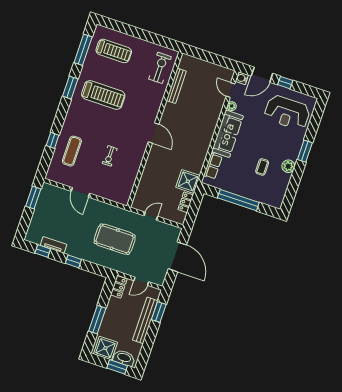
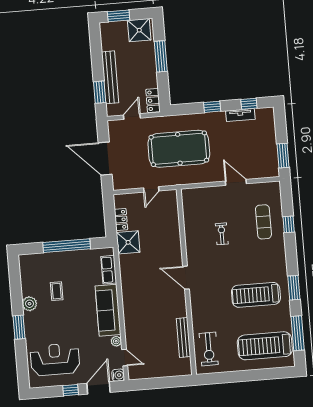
treadmill: (114, 51) -> (265, 346), width x1.37, depth x1.38
pool table: (115, 239) -> (179, 149), width x1.36, depth x1.32
washbasin: (124, 358) -> (115, 28), removed

